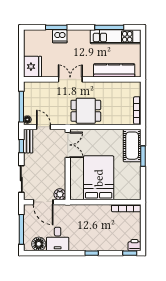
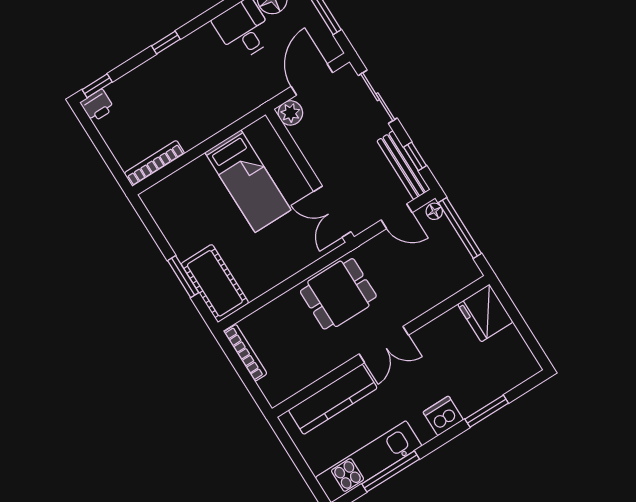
dishwasher: (60, 36) -> (443, 416), moved
double door: (70, 79) -> (384, 344), moved
bench: (28, 141) -> (403, 165), width x1.36
bed: (99, 178) -> (248, 181), width x0.67
door: (43, 202) -> (312, 79), hinge flipped

